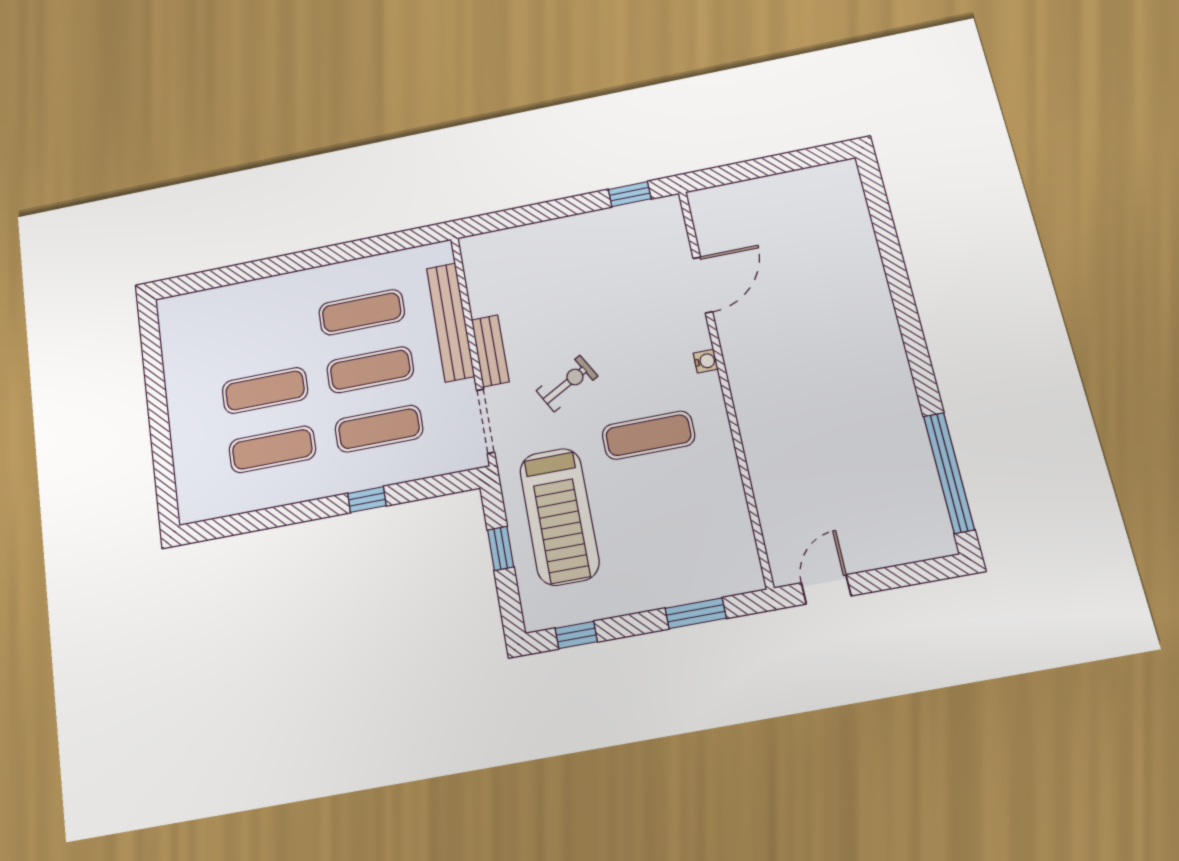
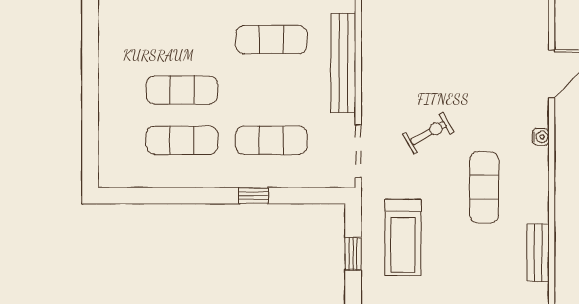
bench: (490, 351) -> (538, 253), moved
exercise mat: (370, 370) -> (271, 90), removed
exercise mat: (648, 435) -> (484, 187), turned 90
treadmill: (559, 516) -> (403, 238), width x0.73, depth x0.73

